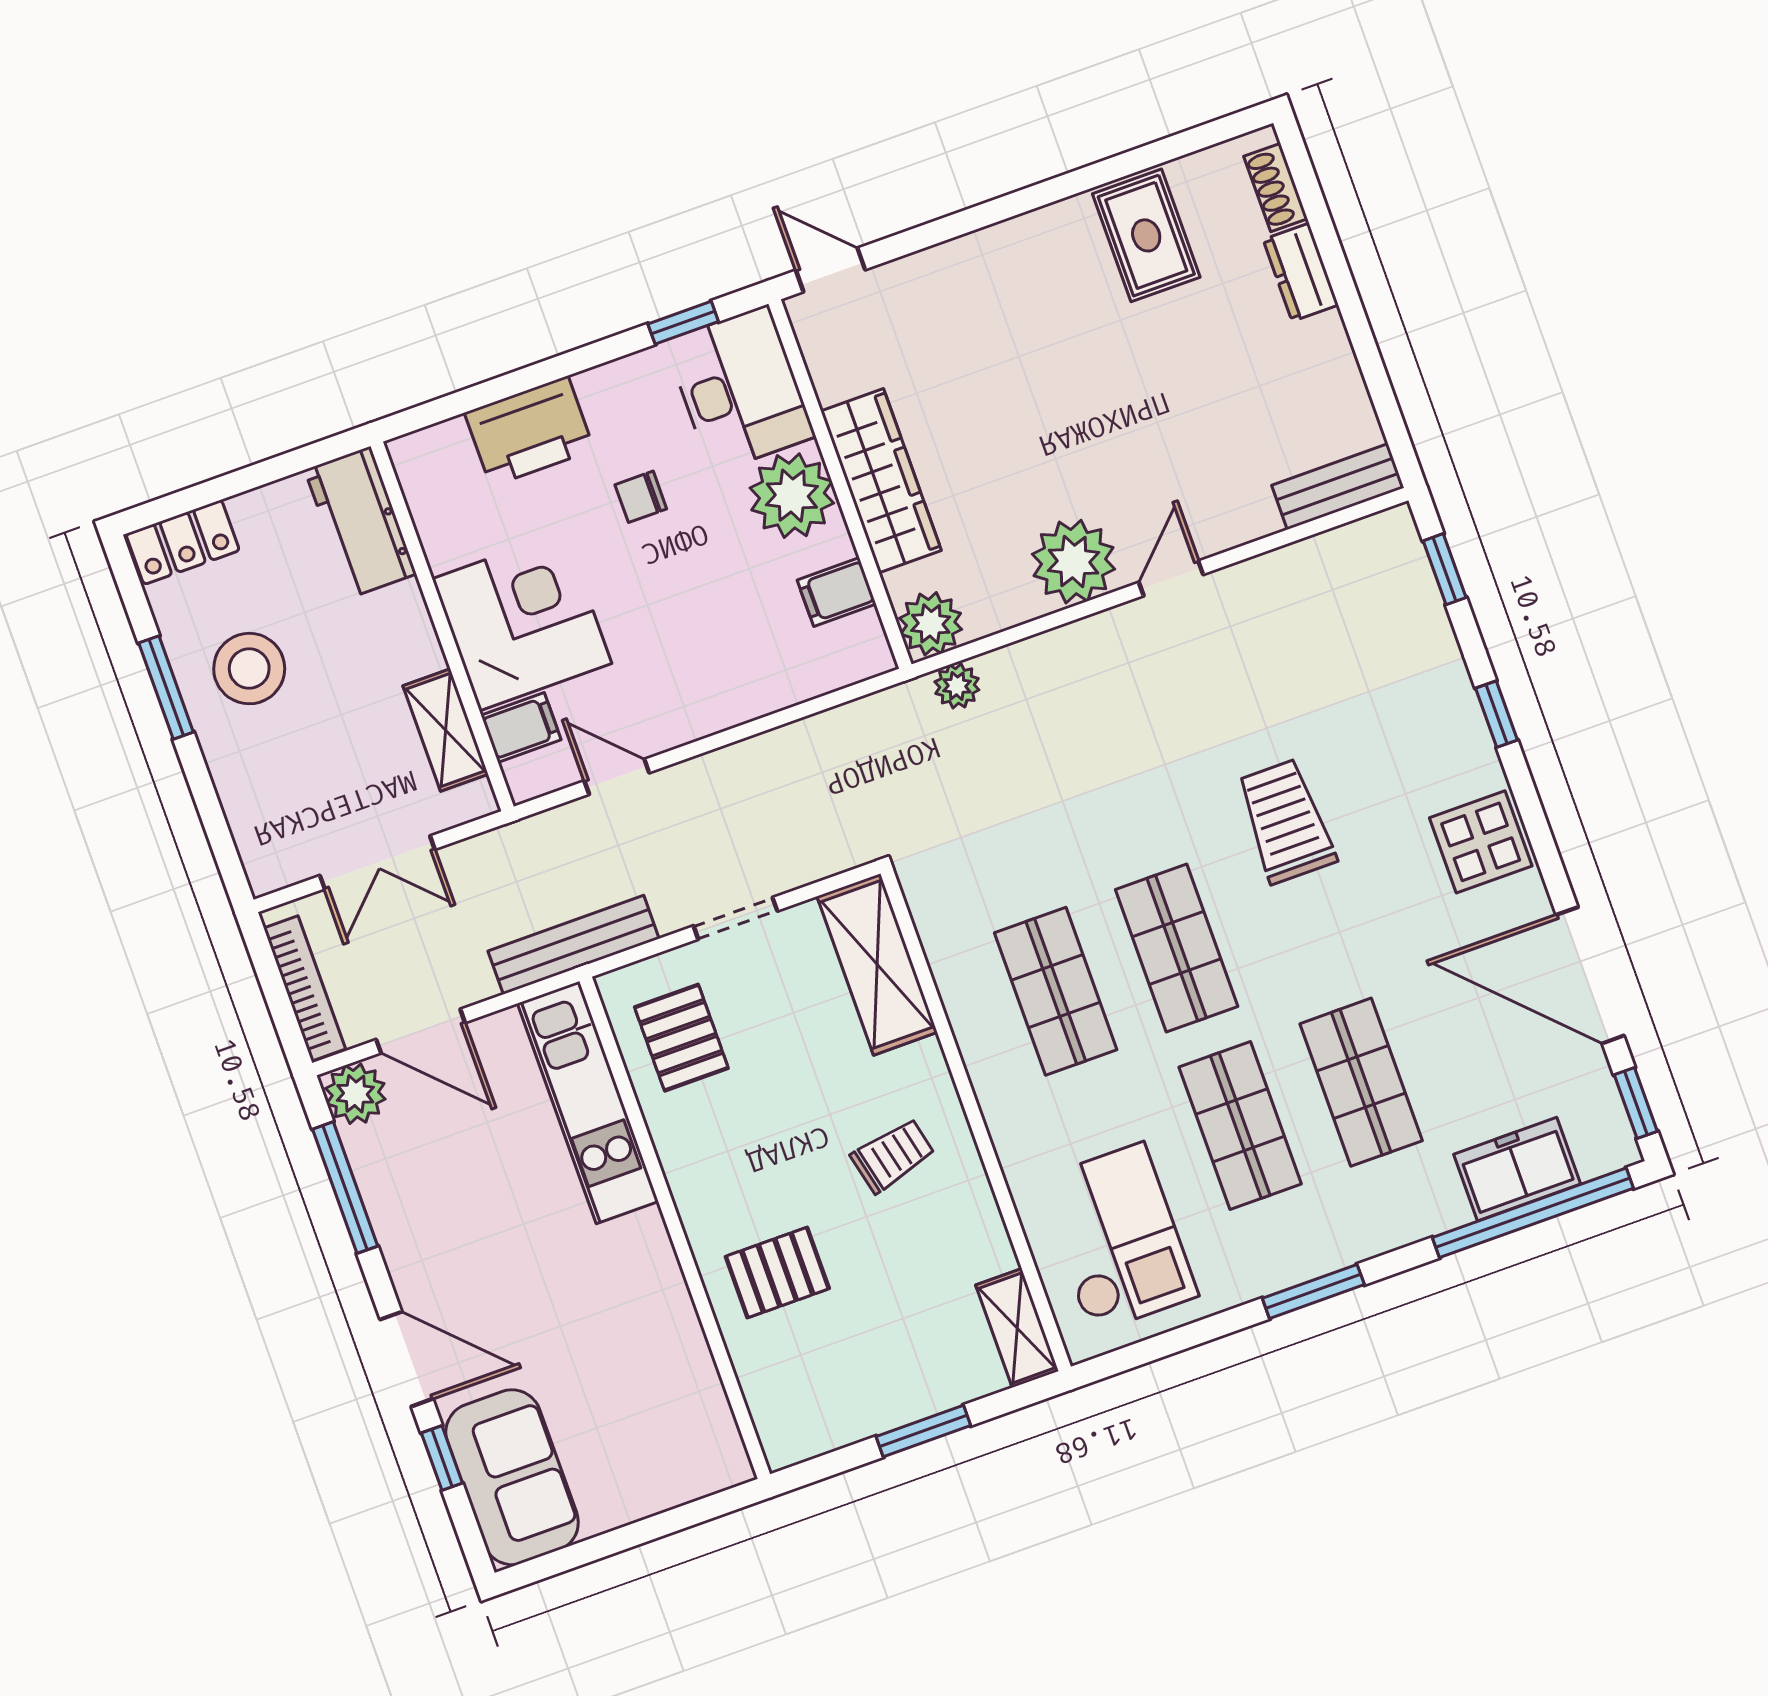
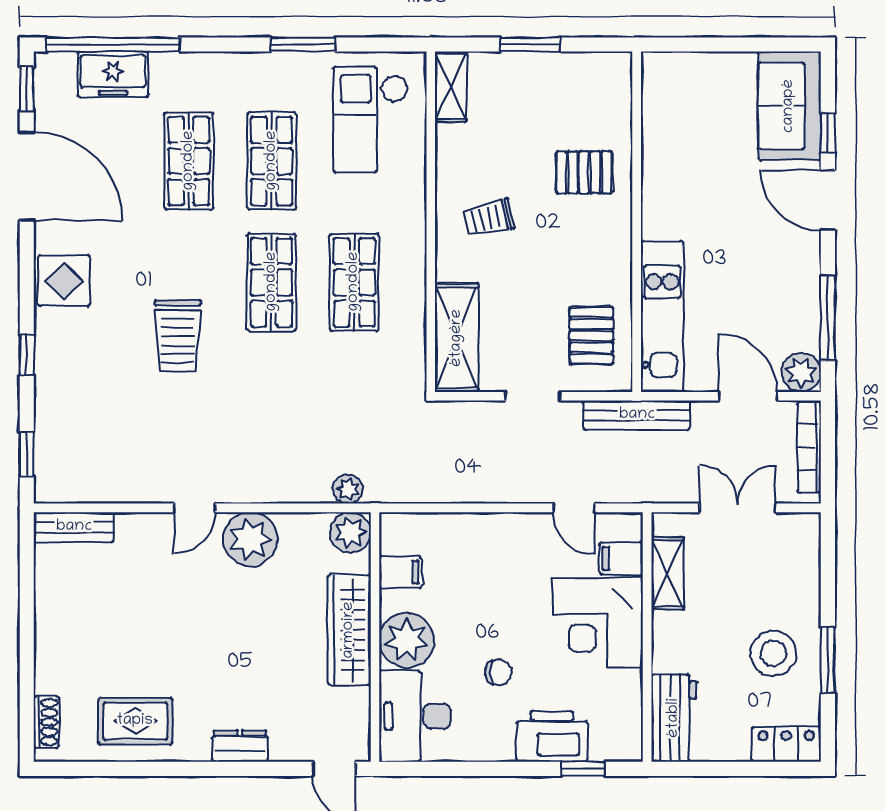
rug: (1146, 235) -> (135, 721), turned 90
dresser: (1301, 272) -> (240, 746), moved, turned -90
window: (683, 323) -> (583, 769), moved
window: (1313, 1291) -> (303, 44), moved

